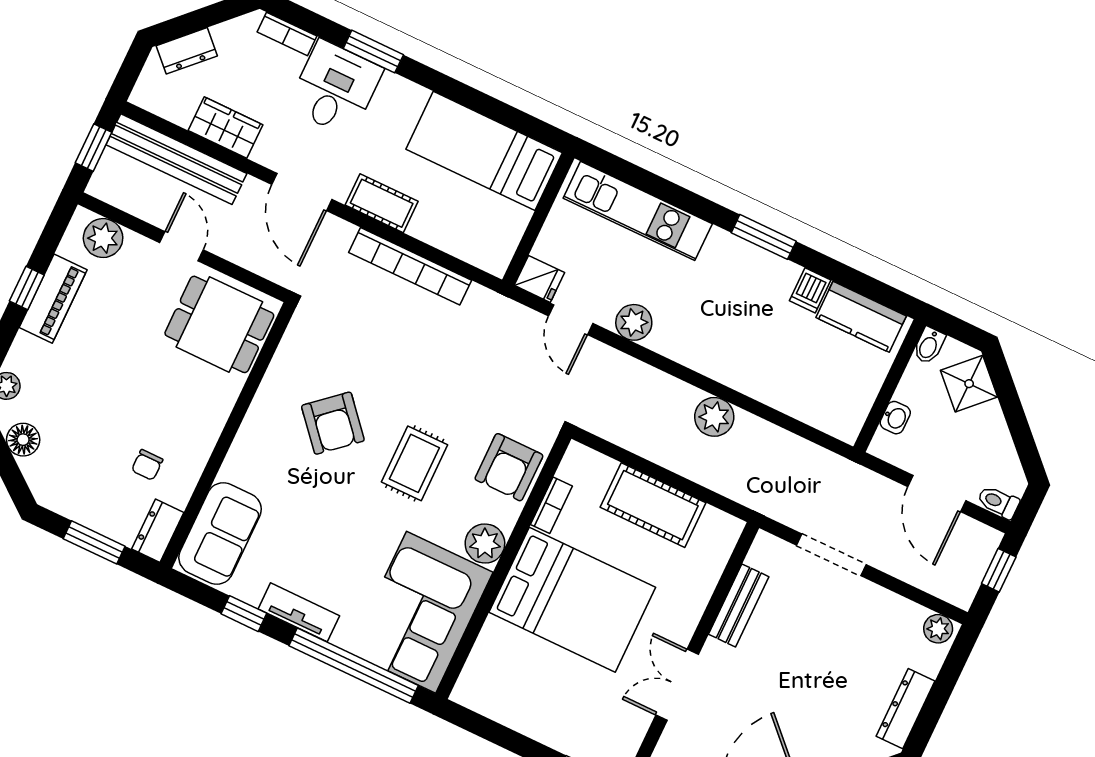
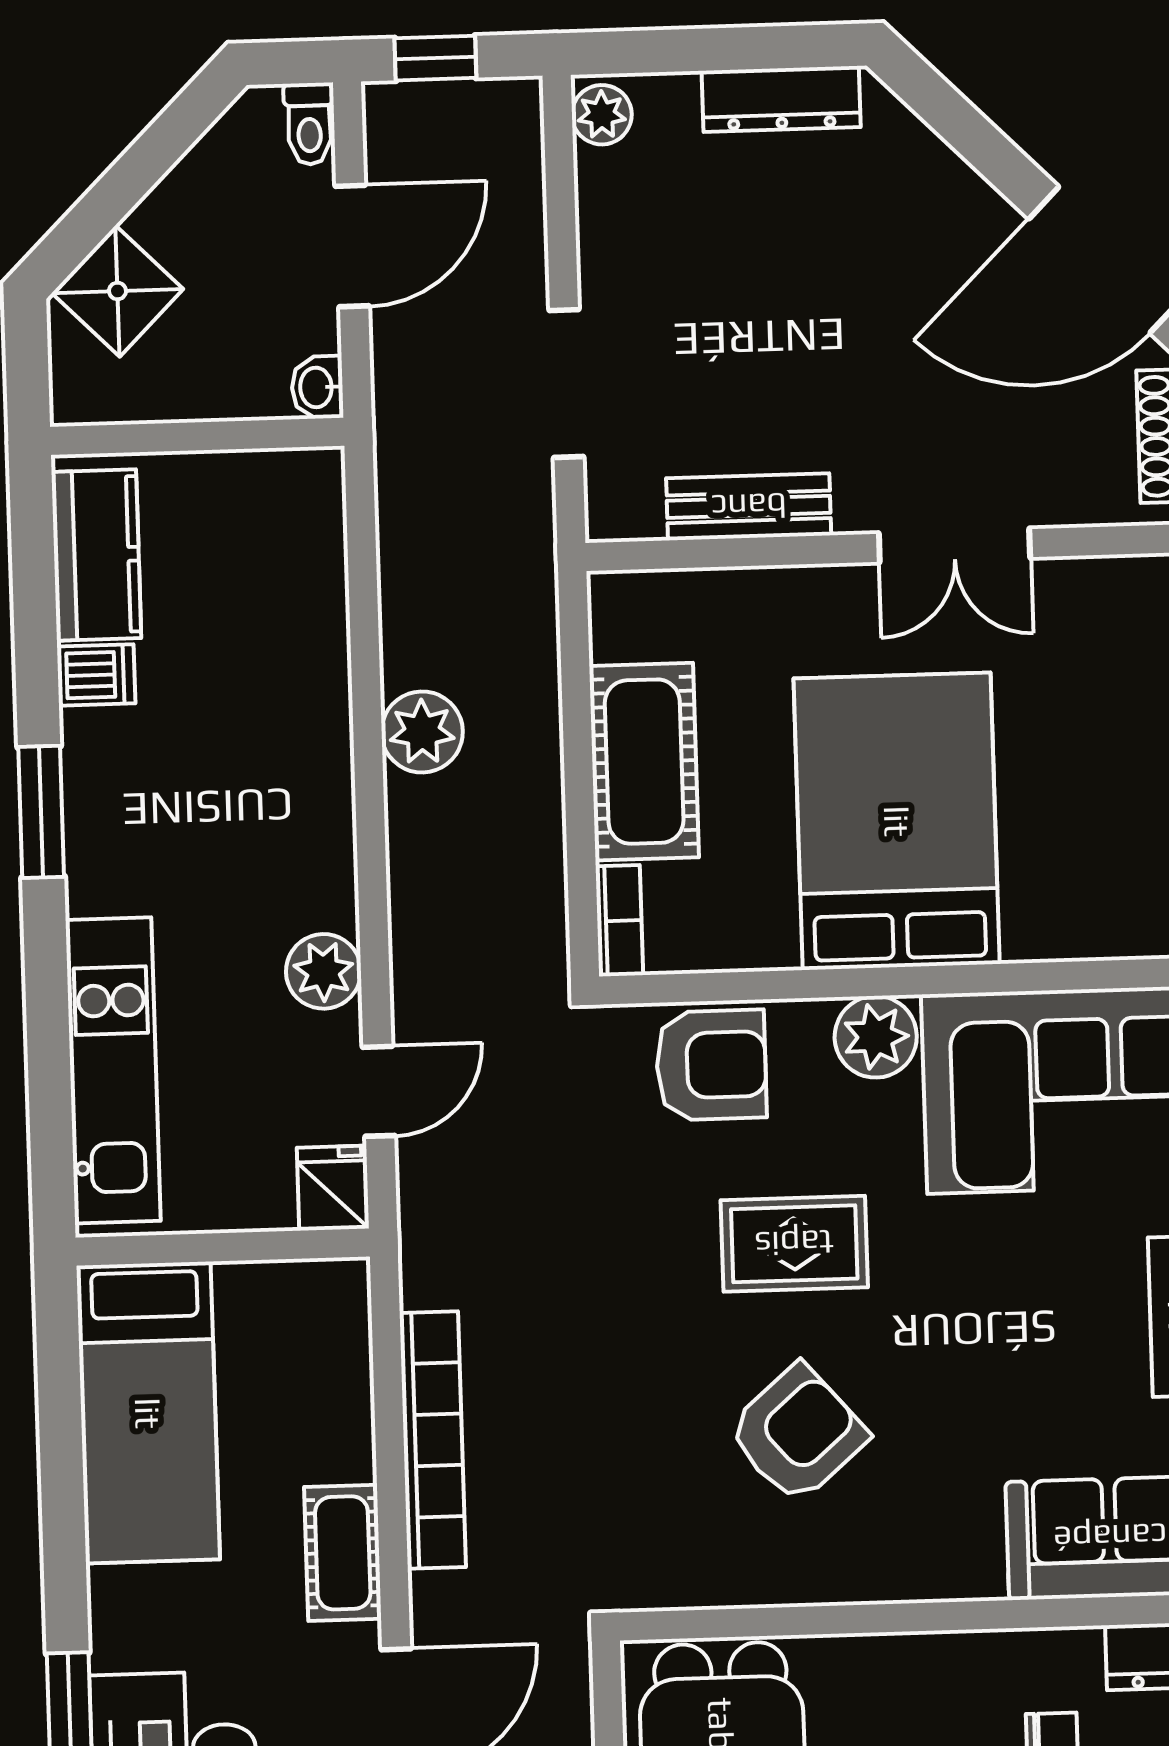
bidet: (929, 345) -> (85, 402), removed
washbasin: (895, 418) -> (317, 387), moved, turned -90
bookcase: (551, 505) -> (619, 921), moved, turned 90

